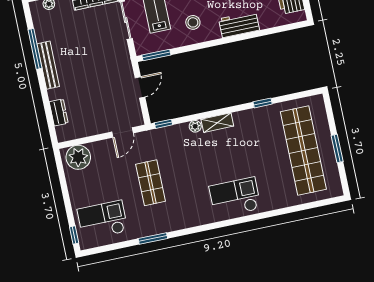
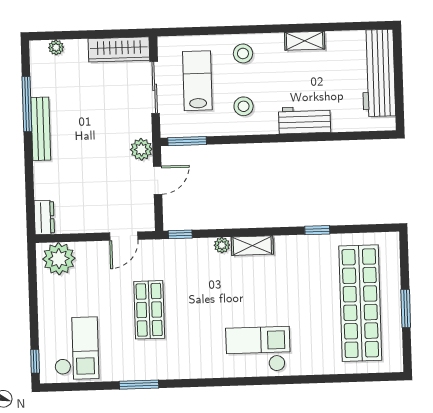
plant: (124, 67) -> (141, 149), added
dresser: (59, 112) -> (44, 217), moved
checkout: (103, 220) -> (76, 348), turned 90

